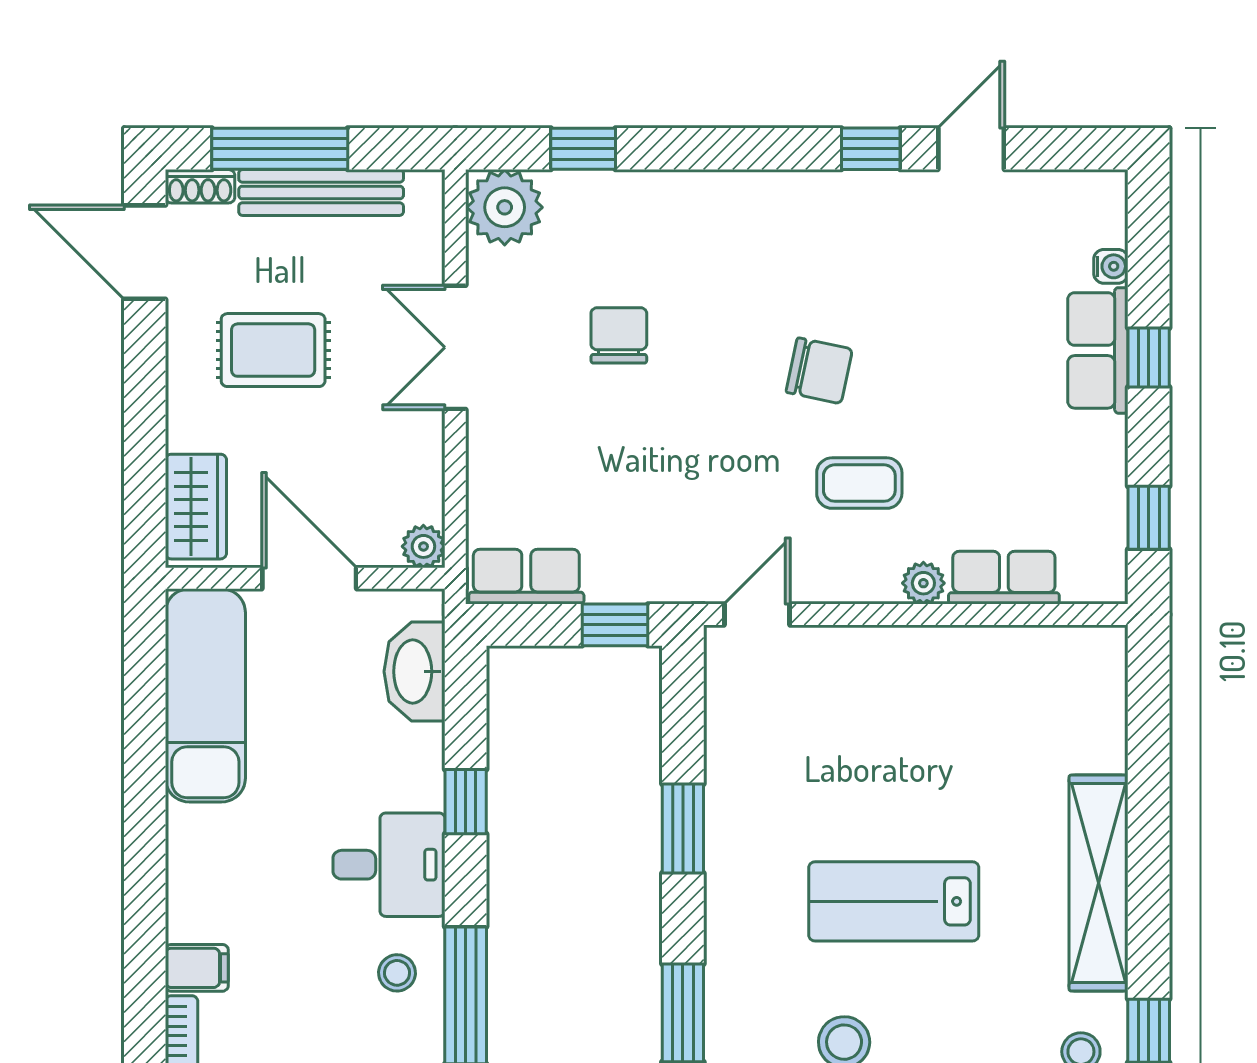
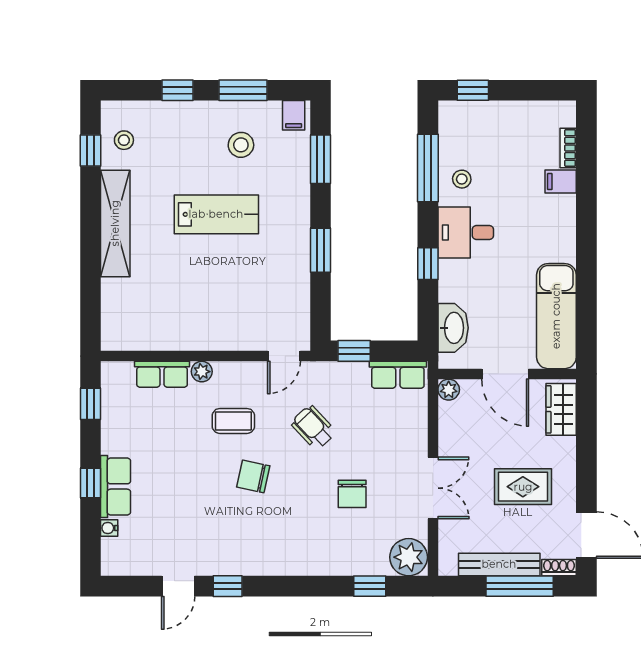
wheelchair: (698, 470) -> (313, 427), added

